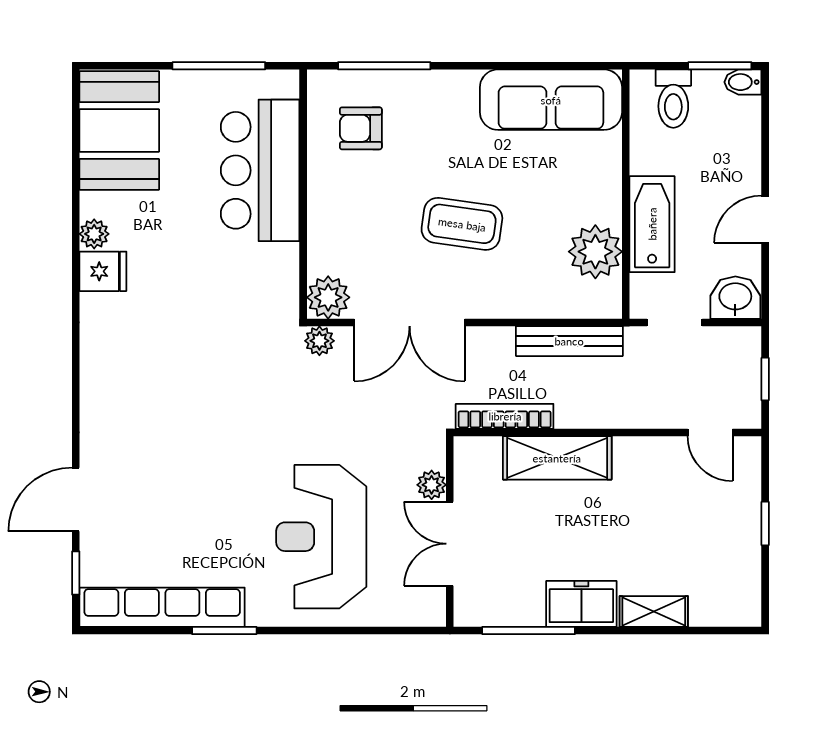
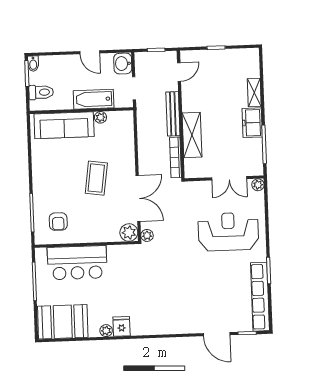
sofa: (551, 100) -> (64, 125), moved, turned 90
plant: (595, 252) -> (100, 117), width x0.53, depth x0.53
bench: (569, 341) -> (173, 114), moved
plant: (432, 485) -> (258, 185), moved
reception desk: (321, 537) -> (228, 232), turned 180

